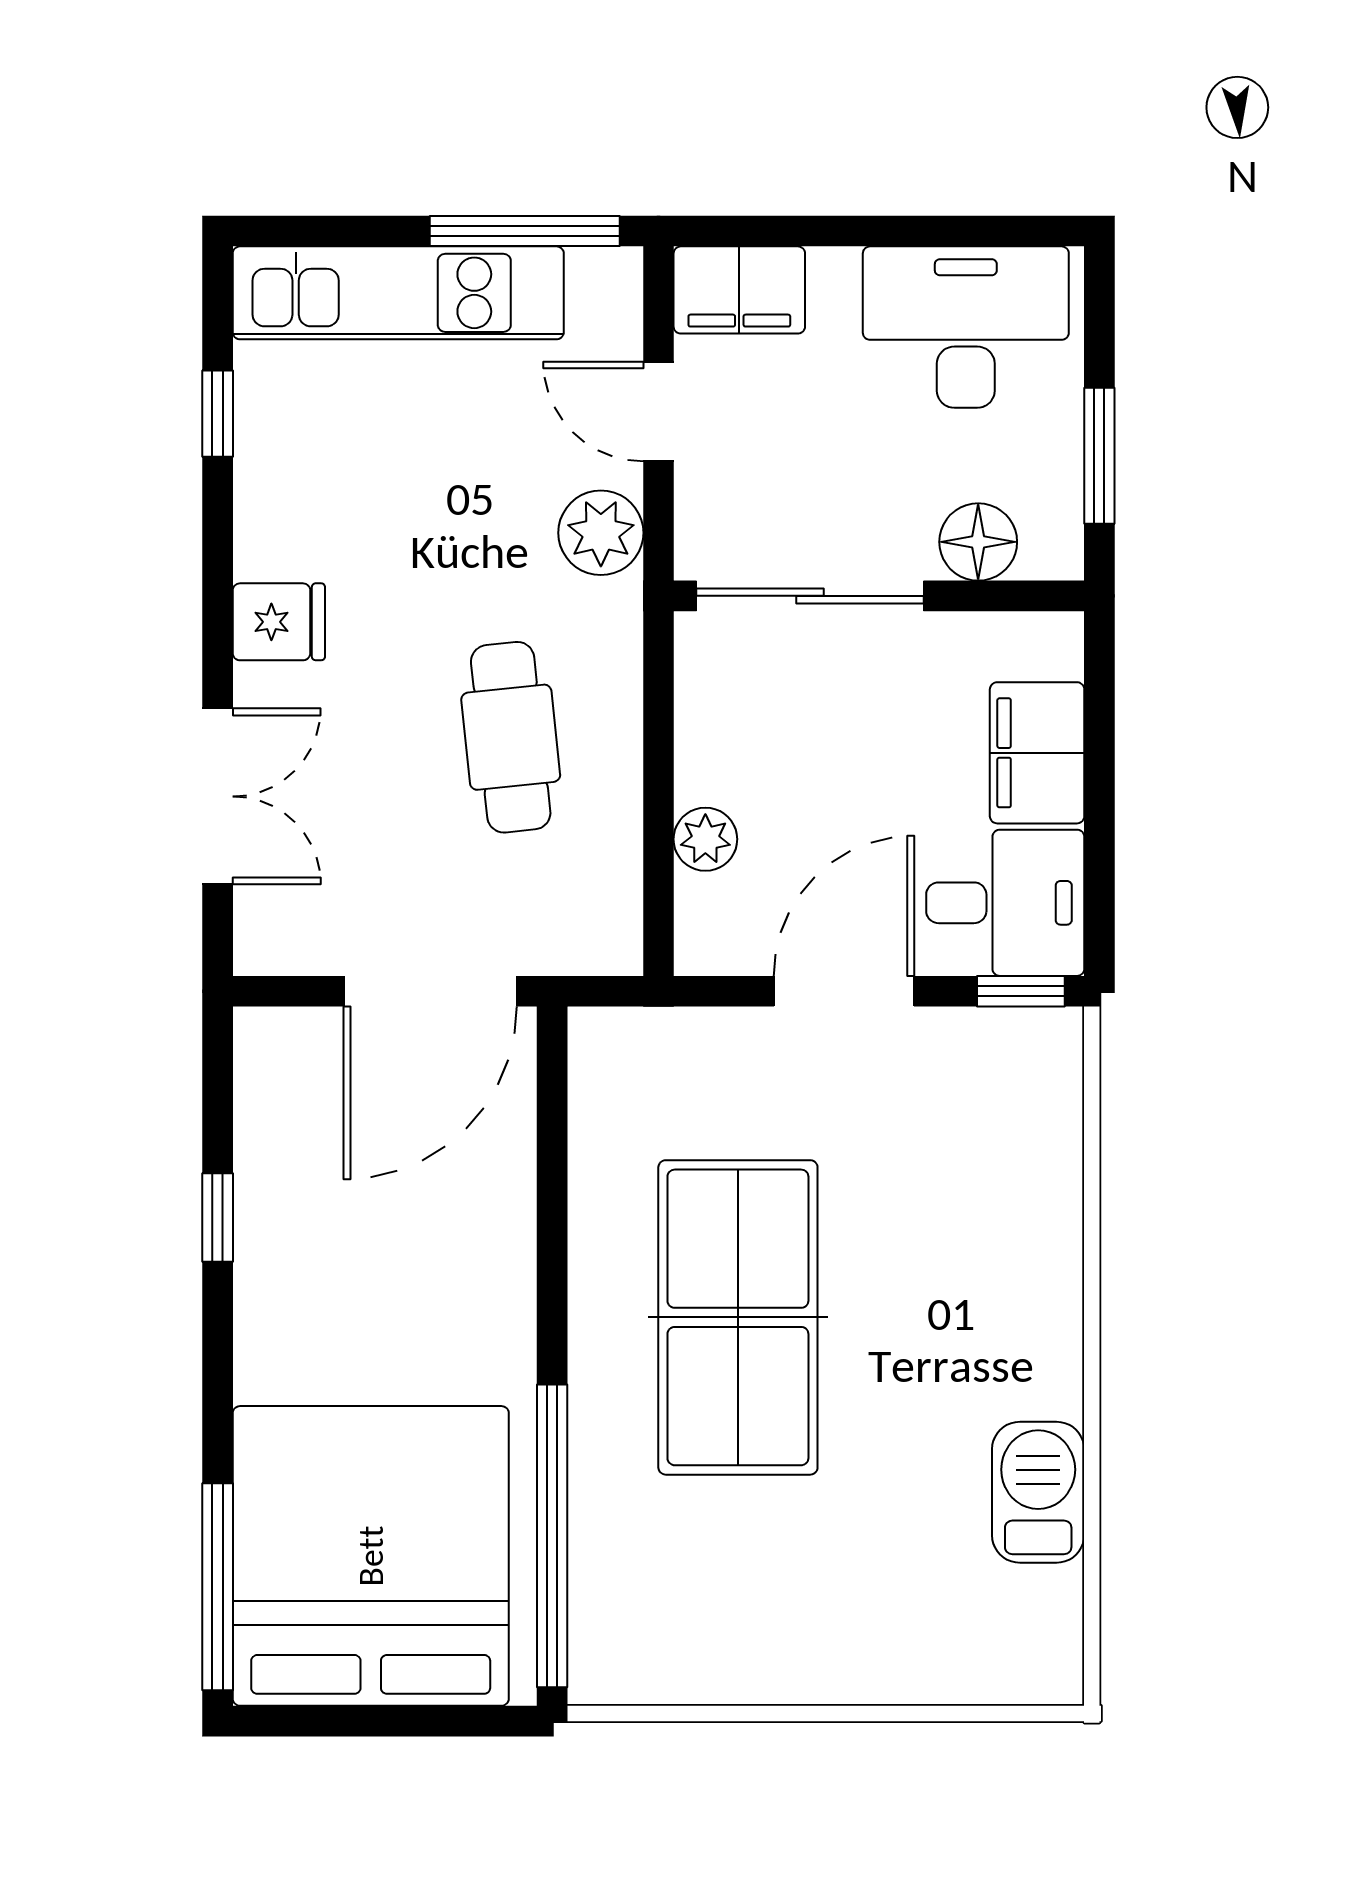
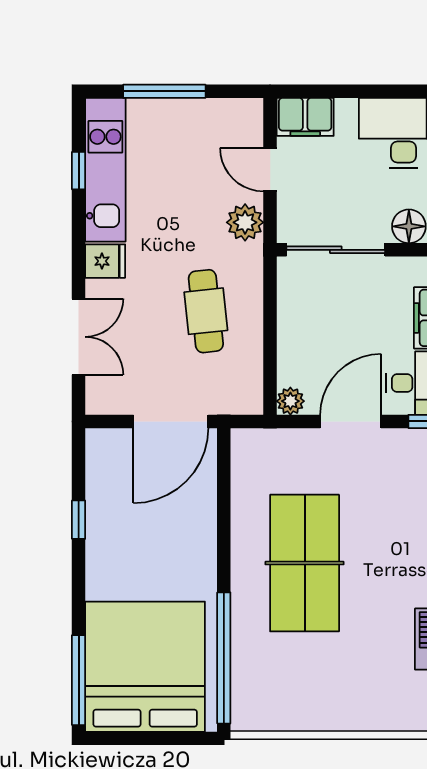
window: (525, 231) -> (164, 91), moved
kitchen unit: (398, 293) -> (105, 170), moved, turned -90
plant: (705, 839) -> (290, 401), moved

